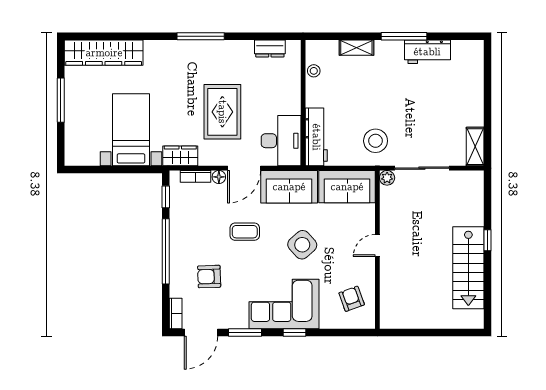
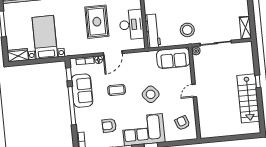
desk: (281, 141) -> (132, 25), moved
wardrobe: (180, 156) -> (18, 55), moved
sofa: (289, 187) -> (82, 91), moved, turned -90
armchair: (209, 277) -> (109, 126), moved

